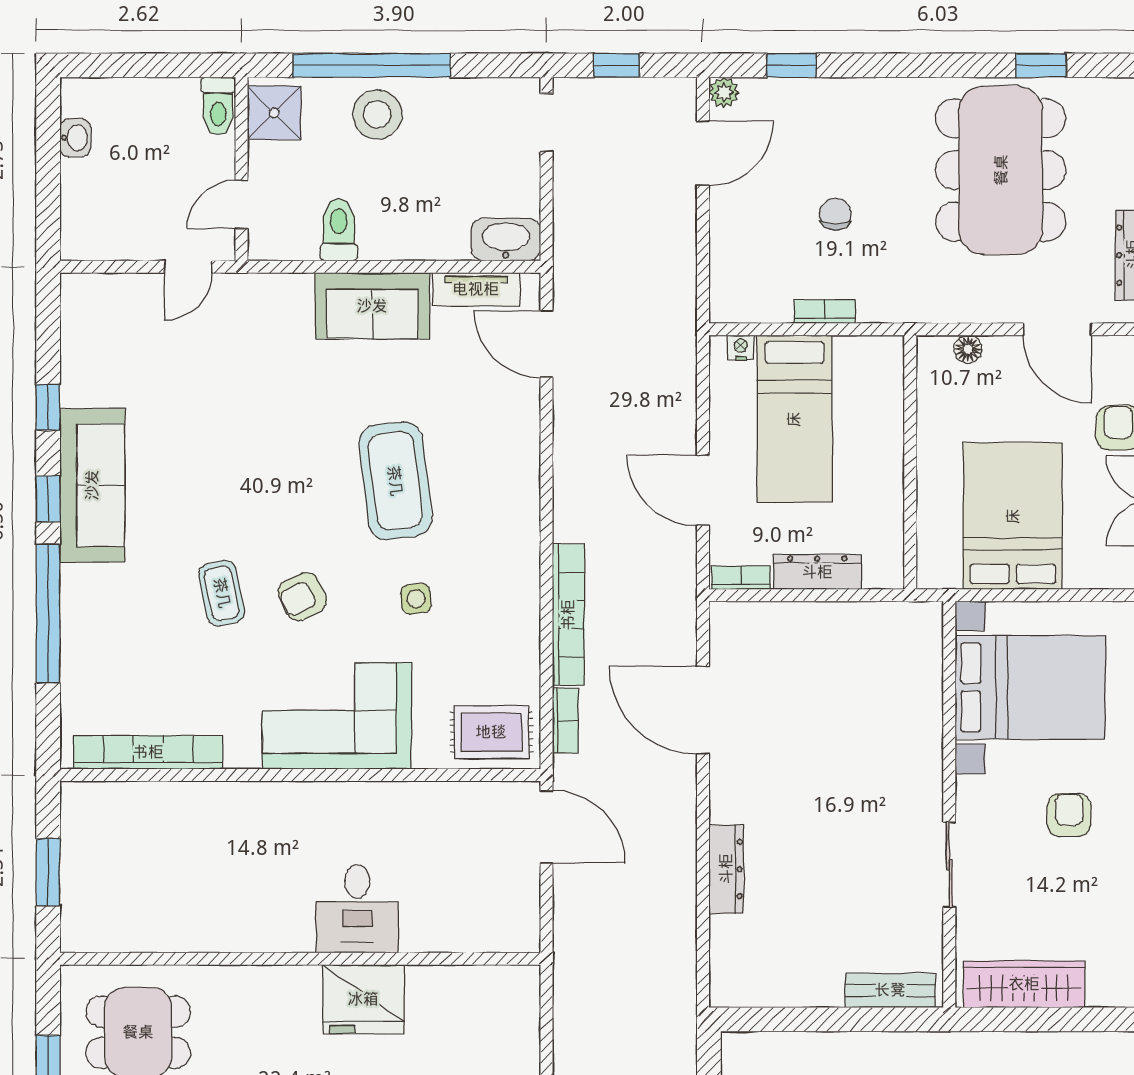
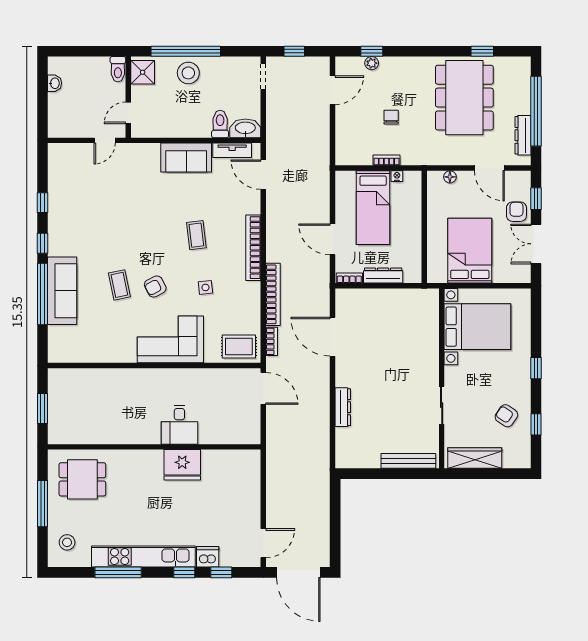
plant: (724, 92) -> (372, 63), moved
toilet: (339, 230) -> (220, 124), moved
nightstand: (741, 348) -> (397, 176), moved
coffee table: (395, 481) -> (196, 235), width x0.54, depth x0.58
sofa: (92, 485) -> (62, 291), moved
bookcase: (148, 752) -> (253, 248), moved, turned -90
armchair: (1069, 815) -> (506, 416), moved, turned -56
bench: (890, 990) -> (408, 461), width x1.36

